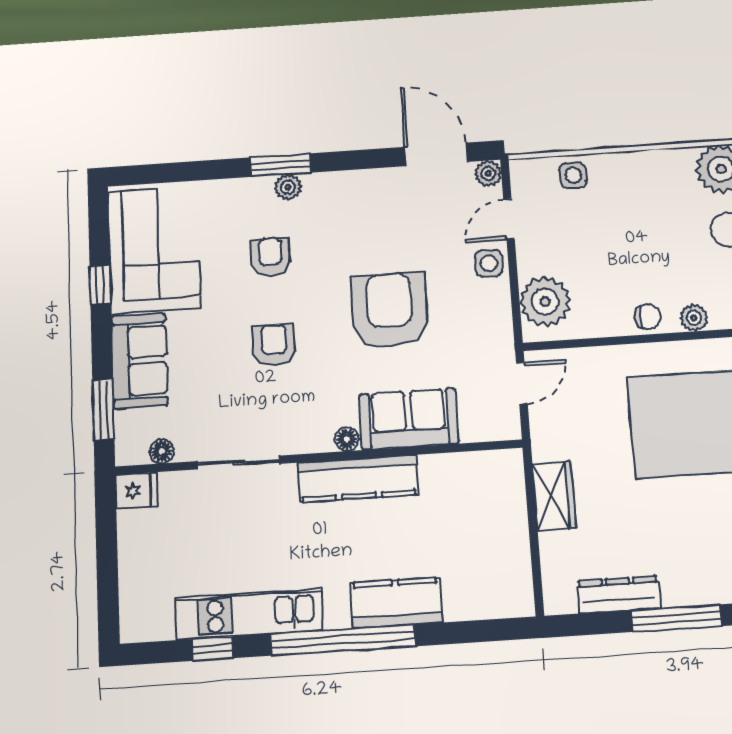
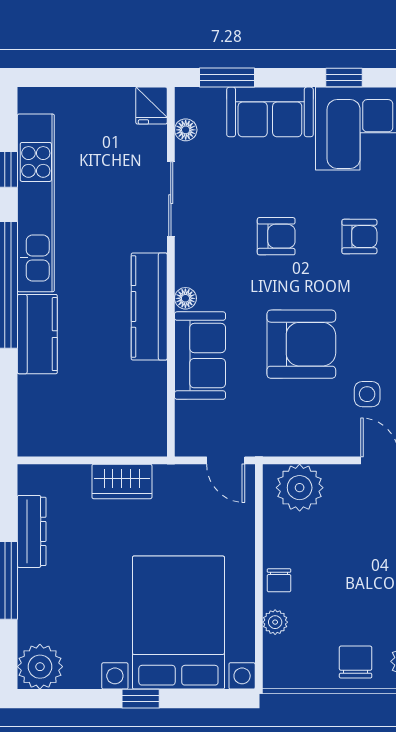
side table: (489, 263) -> (367, 394), moved
kitchen unit: (249, 614) -> (36, 203), width x1.36

